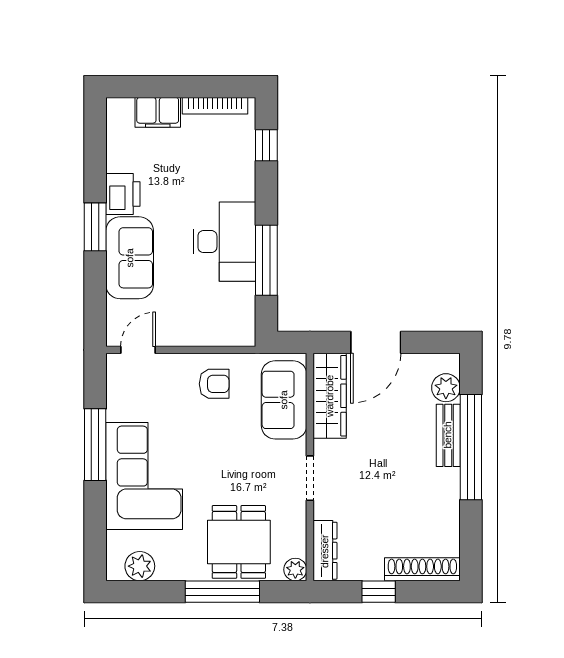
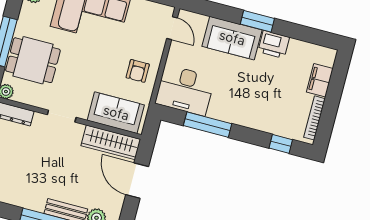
desk: (224, 242) -> (185, 90), moved

